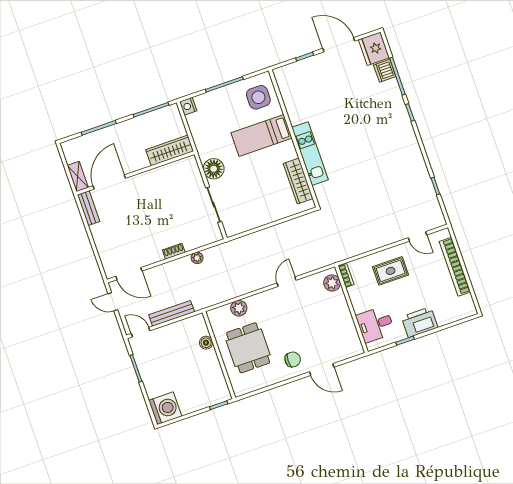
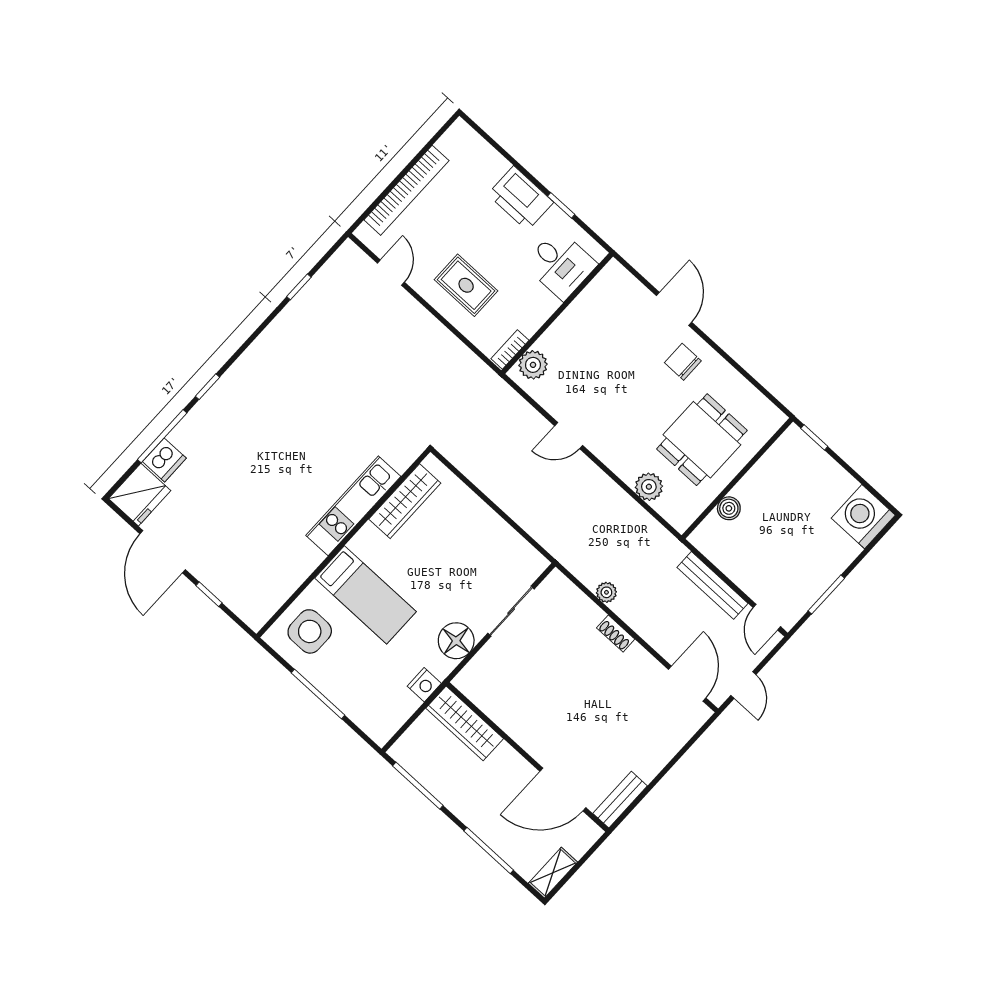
nightstand: (188, 106) -> (424, 685), moved
shelving: (78, 177) -> (553, 873), moved

